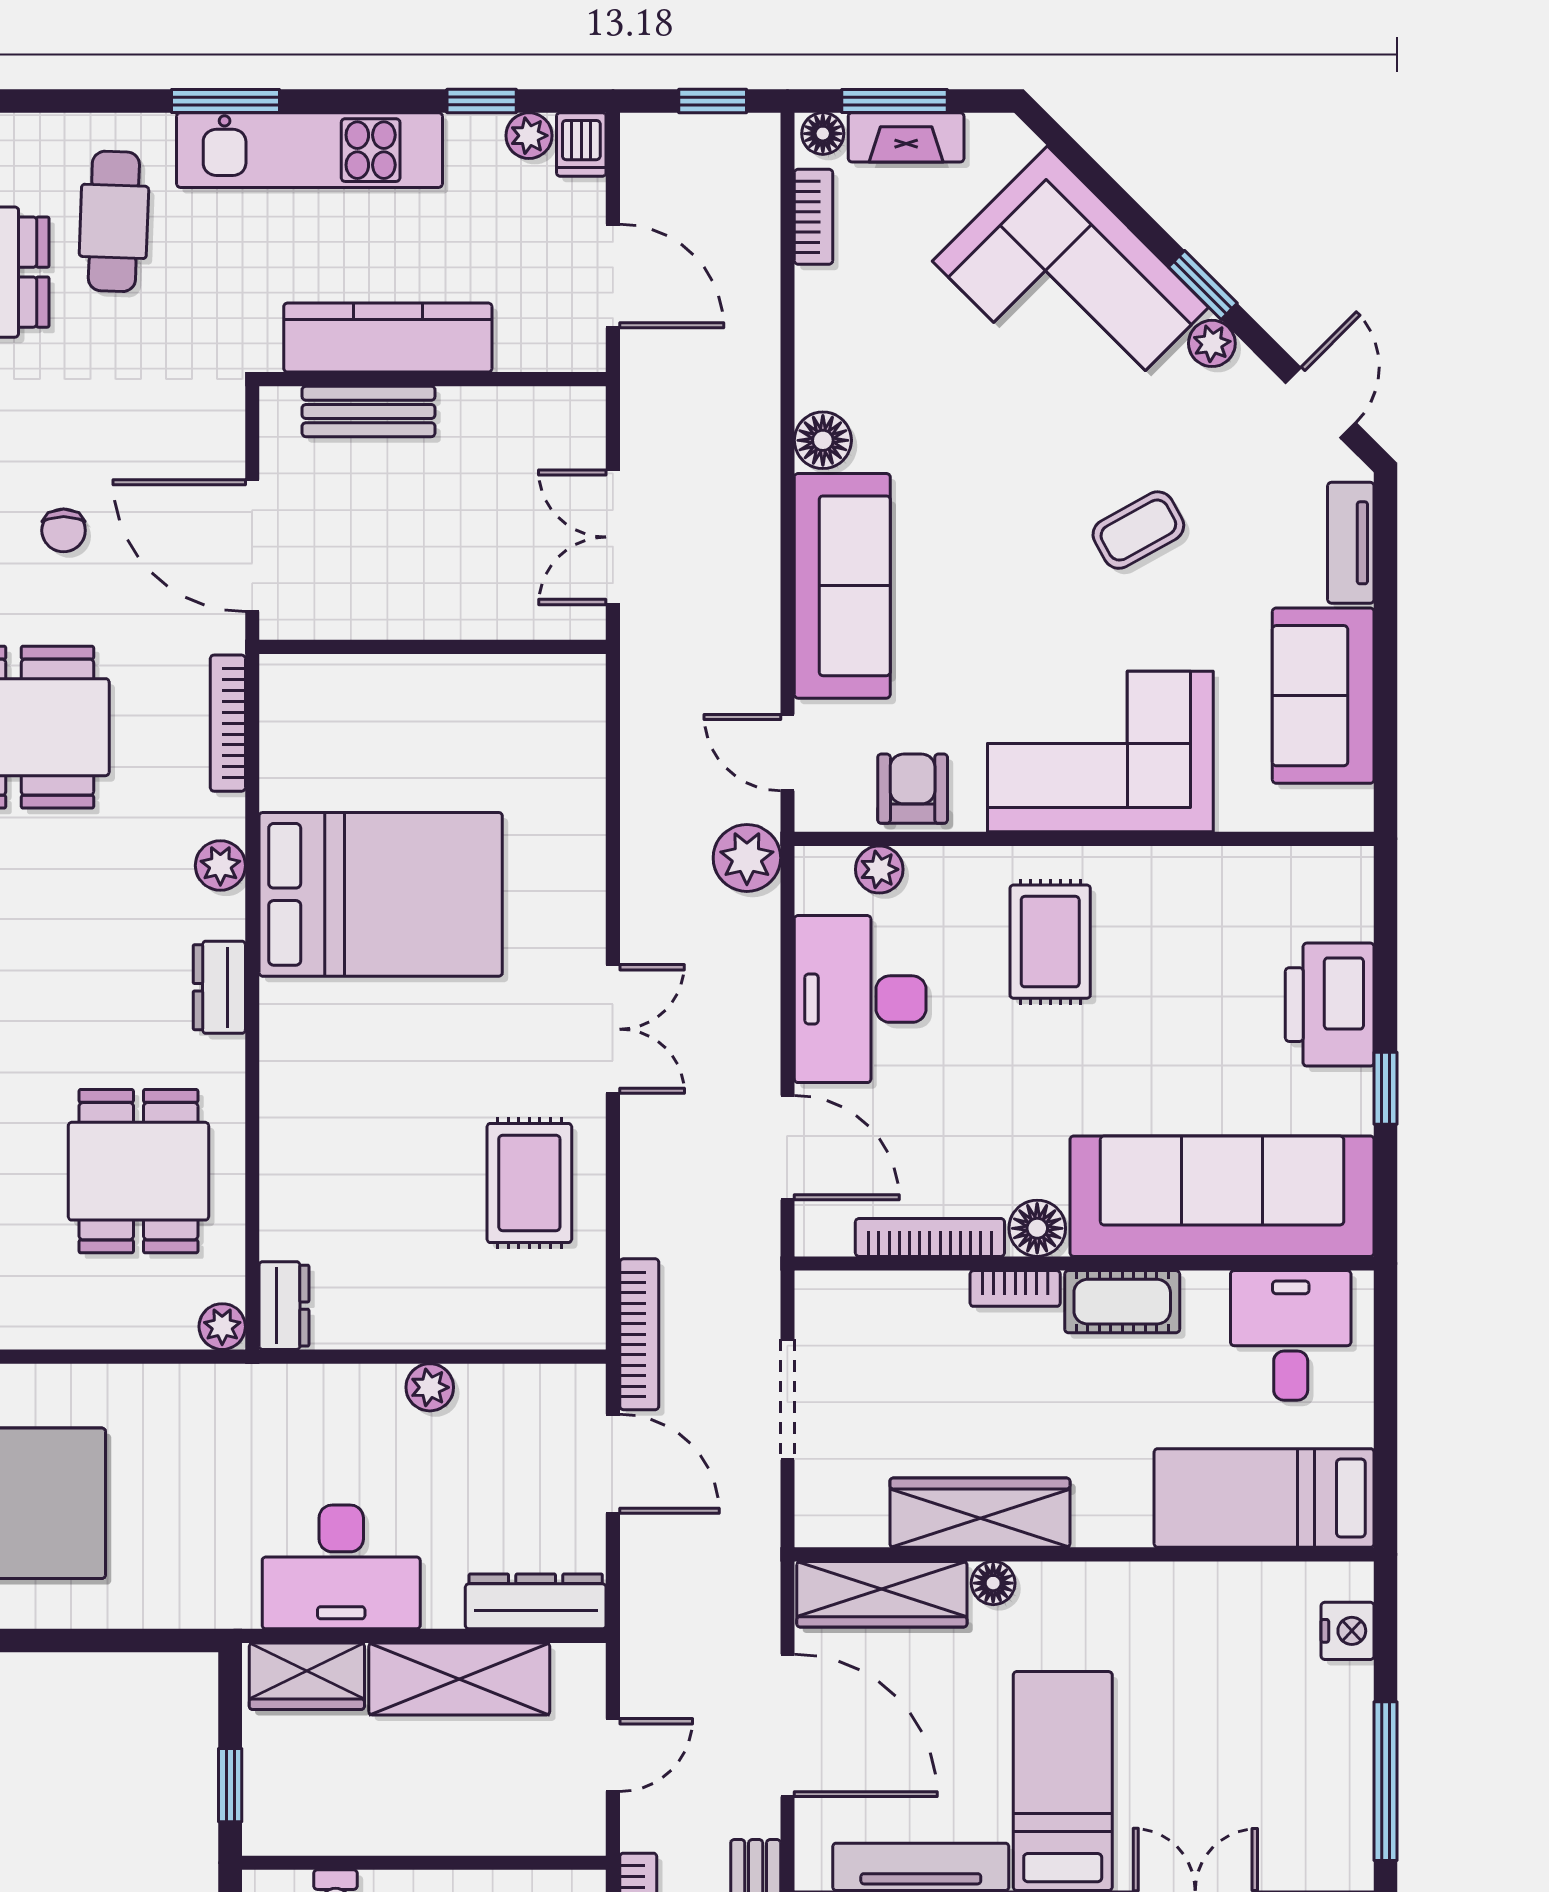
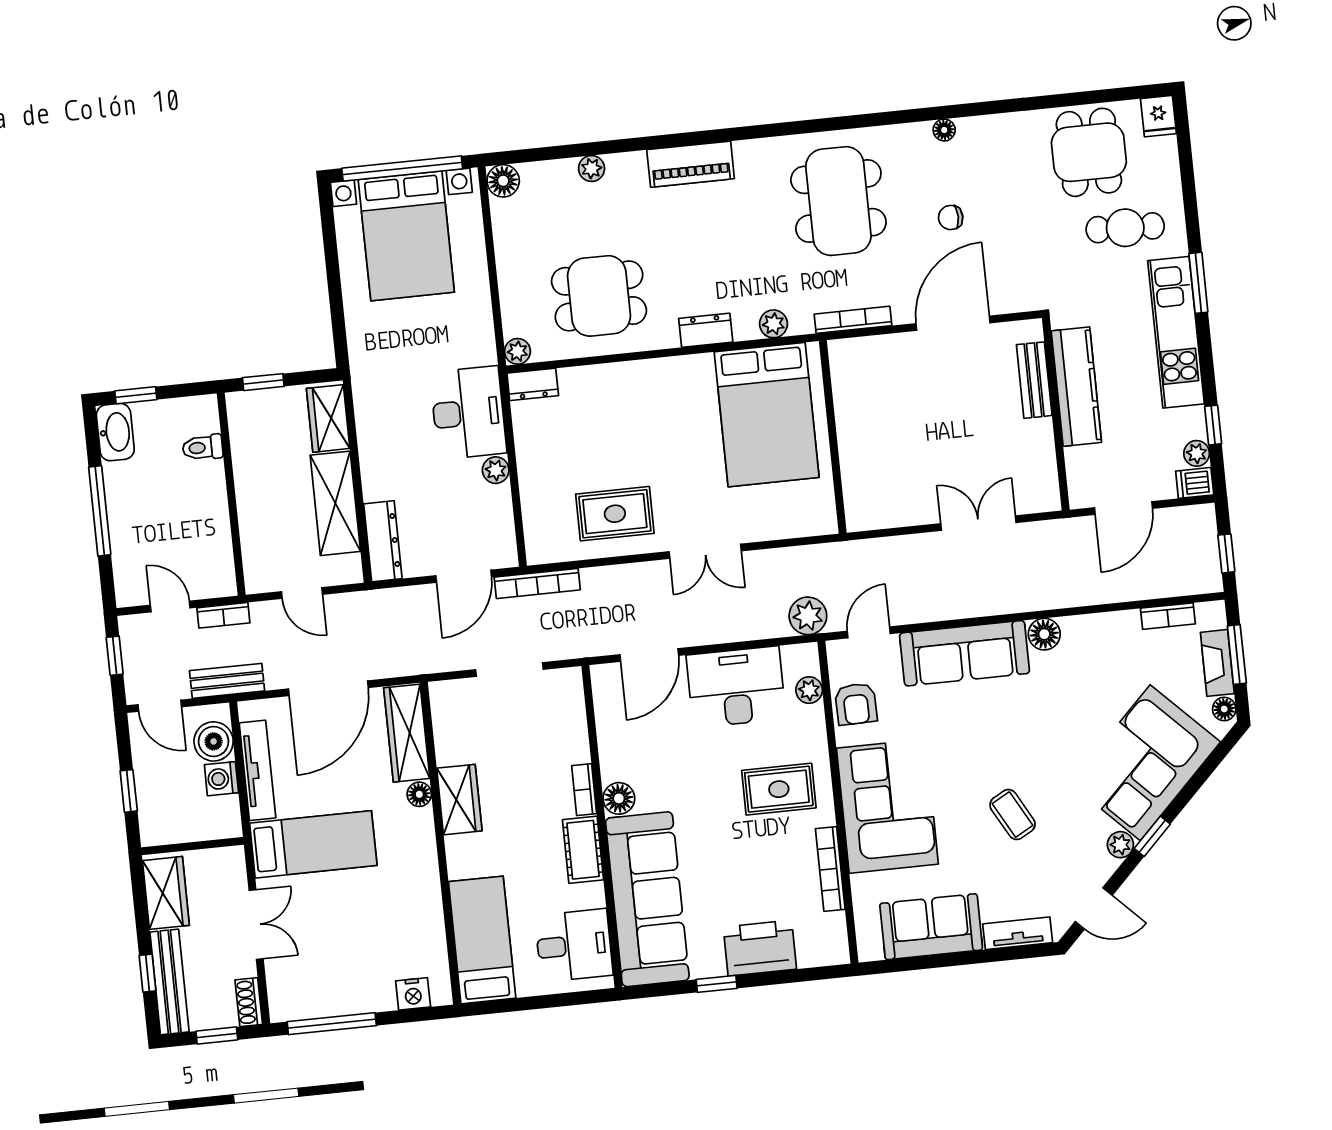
floor lamp: (823, 134) -> (1224, 709), moved
wall: (433, 647) -> (833, 437), moved
armchair: (913, 789) -> (856, 704), turned 89
bookcase: (930, 1237) -> (830, 869), moved, turned 180
wardrobe: (980, 1513) -> (459, 800), width x0.67
desk: (341, 1567) -> (468, 413), moved, turned 180

